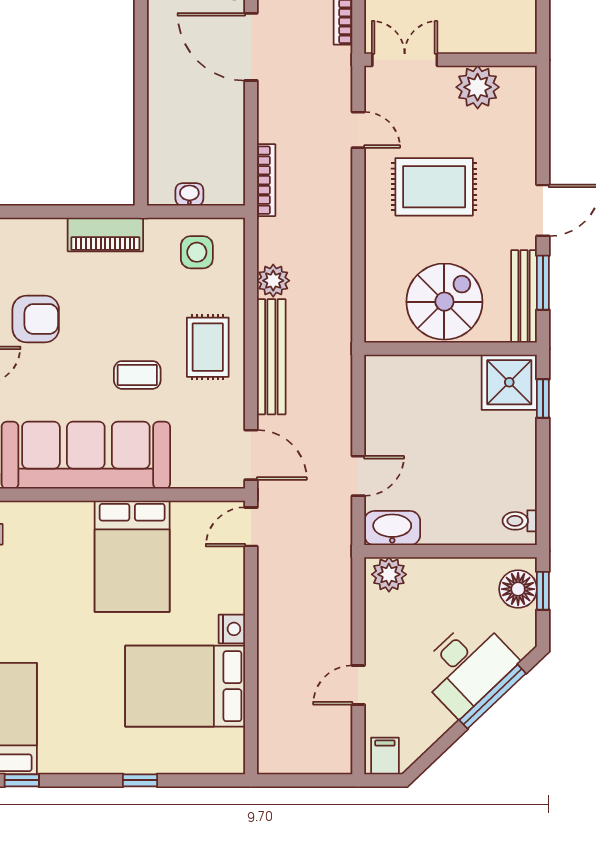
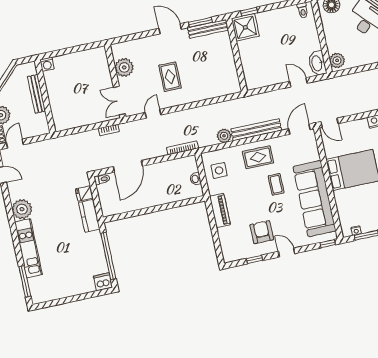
rug: (434, 187) -> (170, 77), width x0.73, depth x0.70
spiral stairs: (444, 302) -> (217, 62), removed

